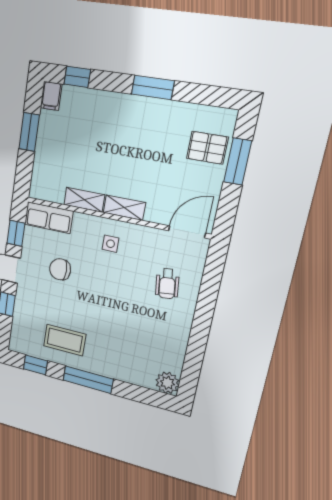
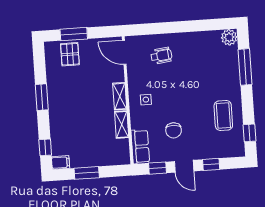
window: (88, 380) -> (245, 67), moved

